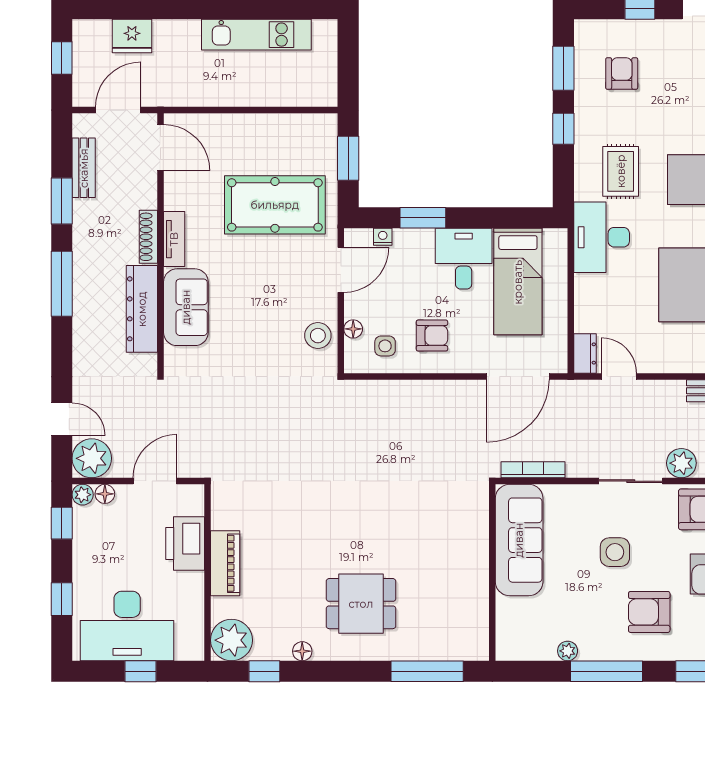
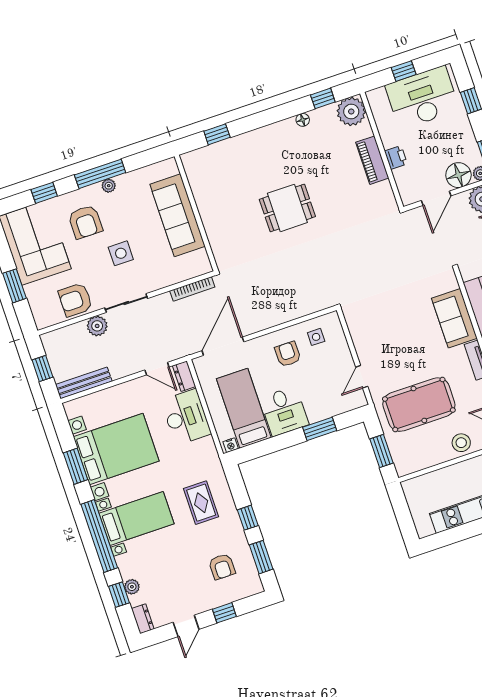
nightstand: (383, 237) -> (231, 445), moved
desk: (602, 237) -> (186, 417), moved
door: (341, 270) -> (362, 377), width x0.73
floor lamp: (353, 329) -> (341, 341), removed
stool: (318, 336) -> (461, 443), moved
armchair: (432, 336) -> (288, 354), turned 90
floor lamp: (105, 494) -> (458, 175), width x1.89, depth x1.89
sofa: (519, 540) -> (178, 215), moved
printer: (185, 544) -> (396, 157), width x0.53, depth x0.68
dining table: (361, 604) -> (287, 208), moved
armchair: (649, 612) -> (85, 222), turned 90
plant: (568, 651) -> (109, 186), moved
window: (427, 671) -> (217, 134), width x0.46

